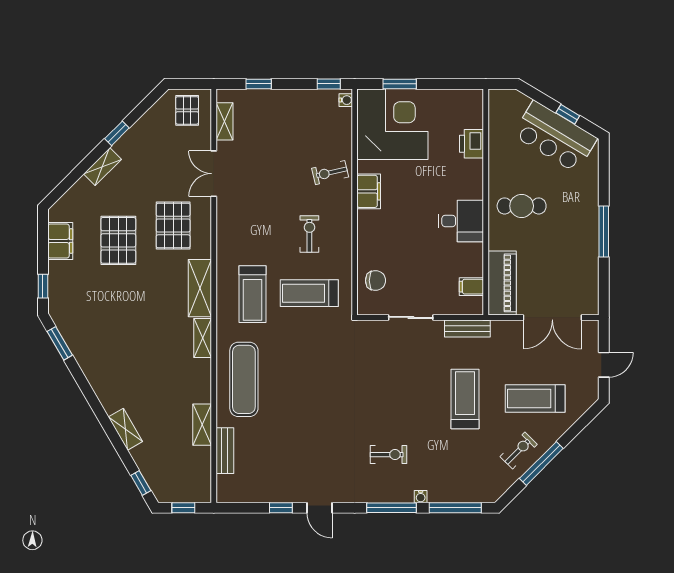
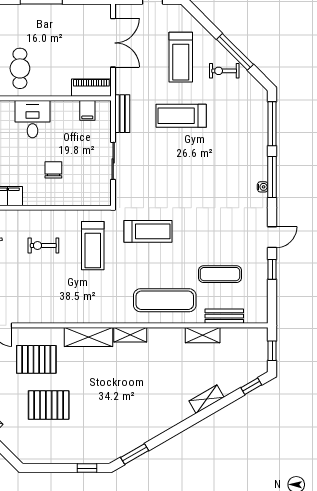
filing cabinet: (60, 241) -> (49, 454), removed
chair: (375, 281) -> (53, 170), moved
piano: (502, 283) -> (91, 88), width x0.73, depth x0.75
treadmill: (253, 294) -> (148, 231), moved
exercise mat: (275, 446) -> (220, 274), added
exercise bike: (519, 451) -> (224, 71), turned -45
exercise bike: (388, 455) -> (228, 180), removed
water cooler: (421, 497) -> (263, 187), moved

